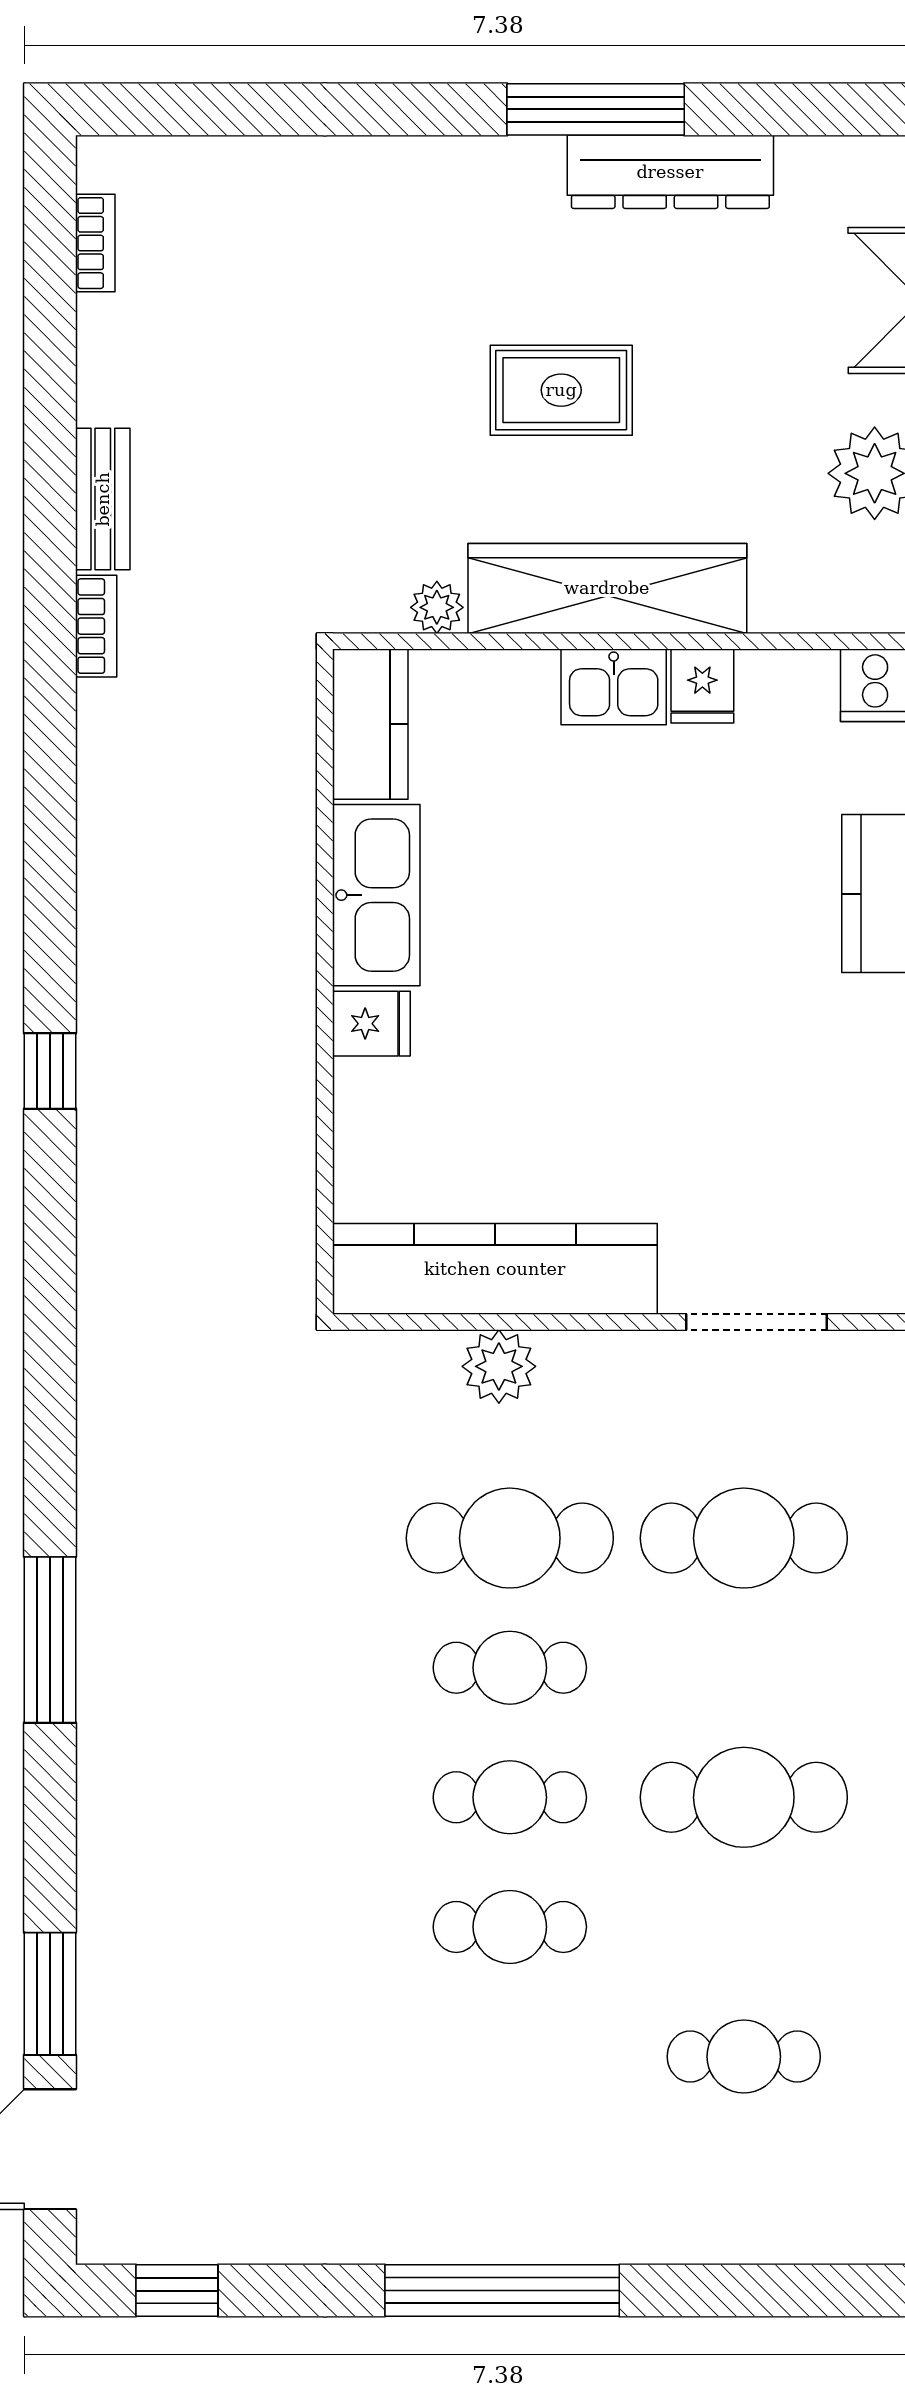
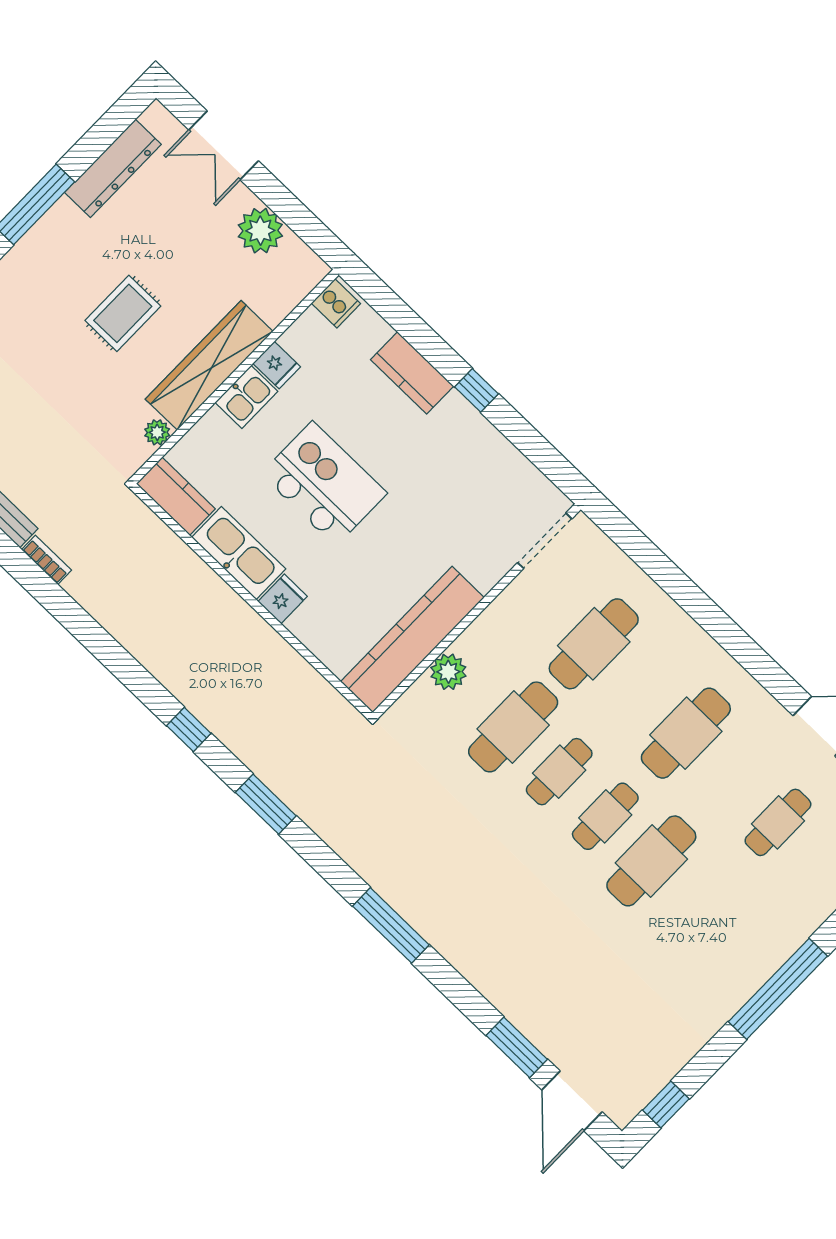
dresser: (670, 172) -> (113, 168), moved
kitchen island: (597, 921) -> (324, 484), added
window: (50, 1288) -> (266, 804), added
doorway: (756, 1322) -> (545, 541), moved
cafe table: (510, 1927) -> (651, 861), width x1.37, depth x1.35

